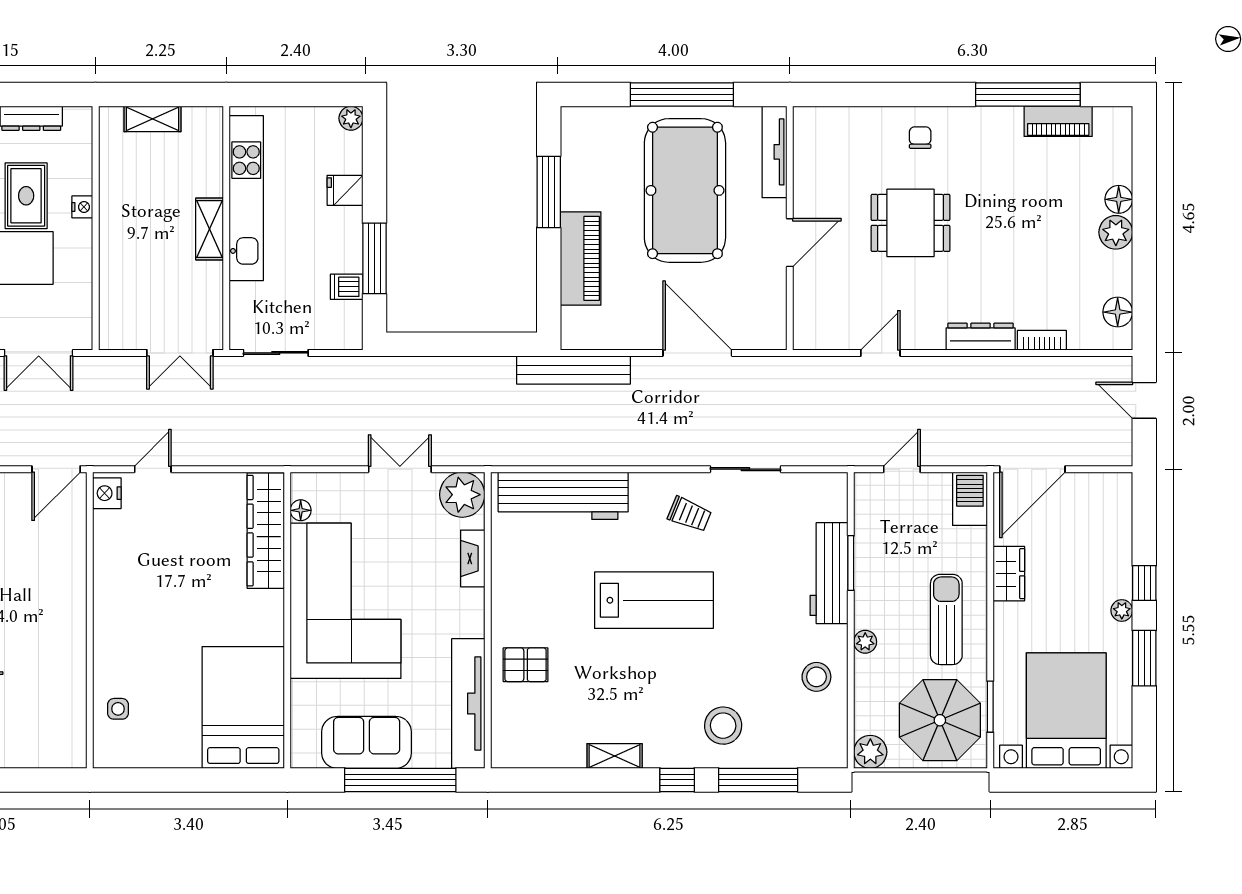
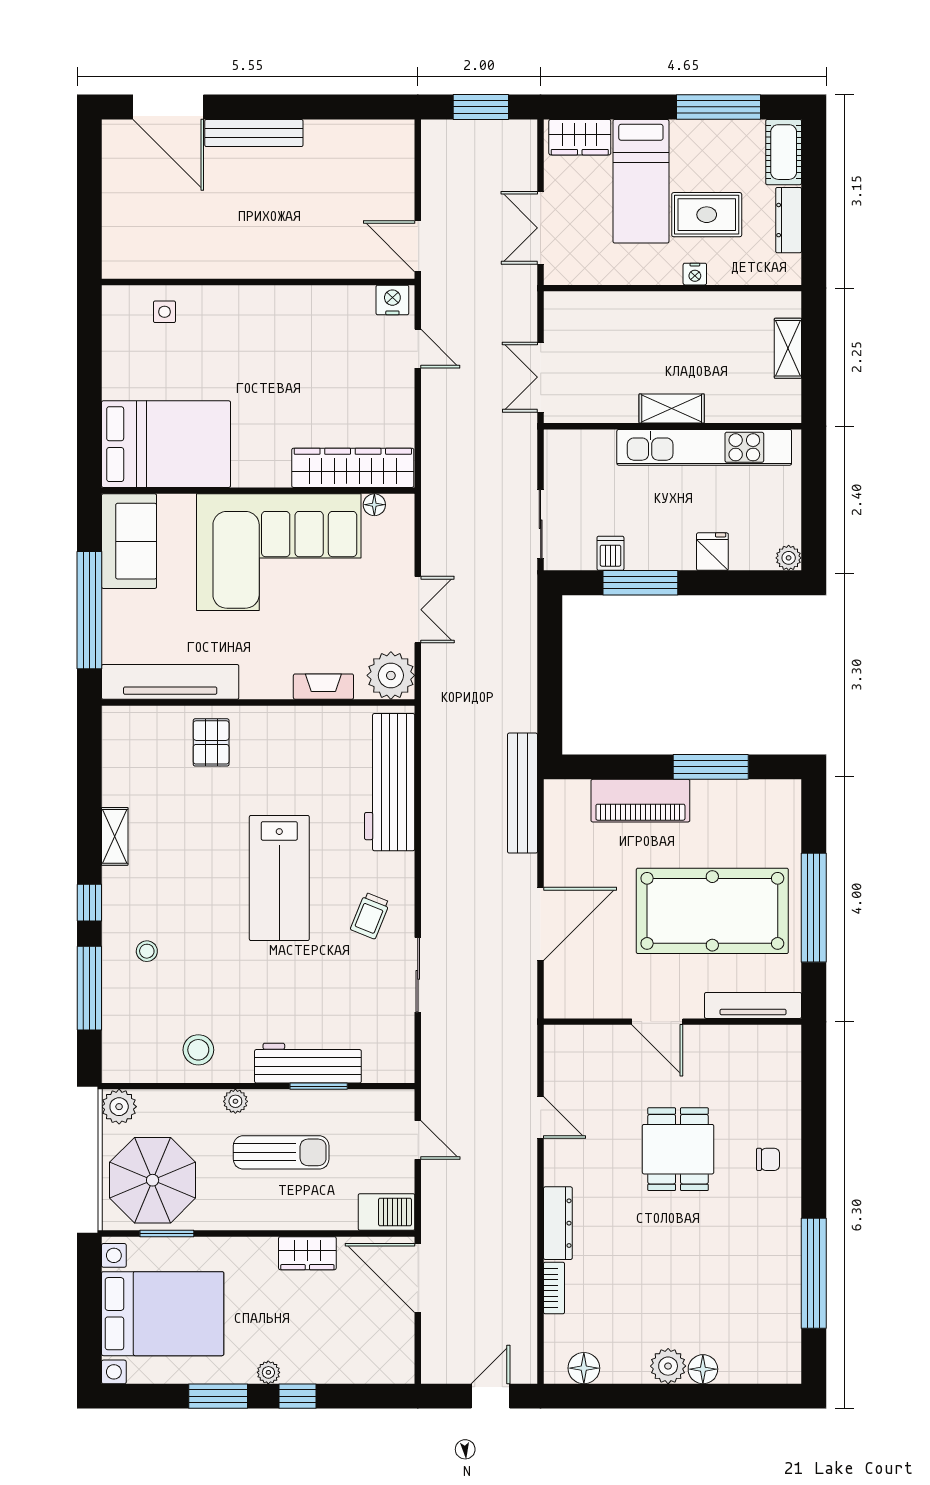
piano: (1058, 121) -> (785, 1305), removed
sliding door: (276, 353) -> (541, 524), moved
sun lounger: (946, 619) -> (281, 1152), moved
stool: (723, 726) -> (147, 951), width x0.53, depth x0.53
sofa: (367, 742) -> (129, 541), moved

